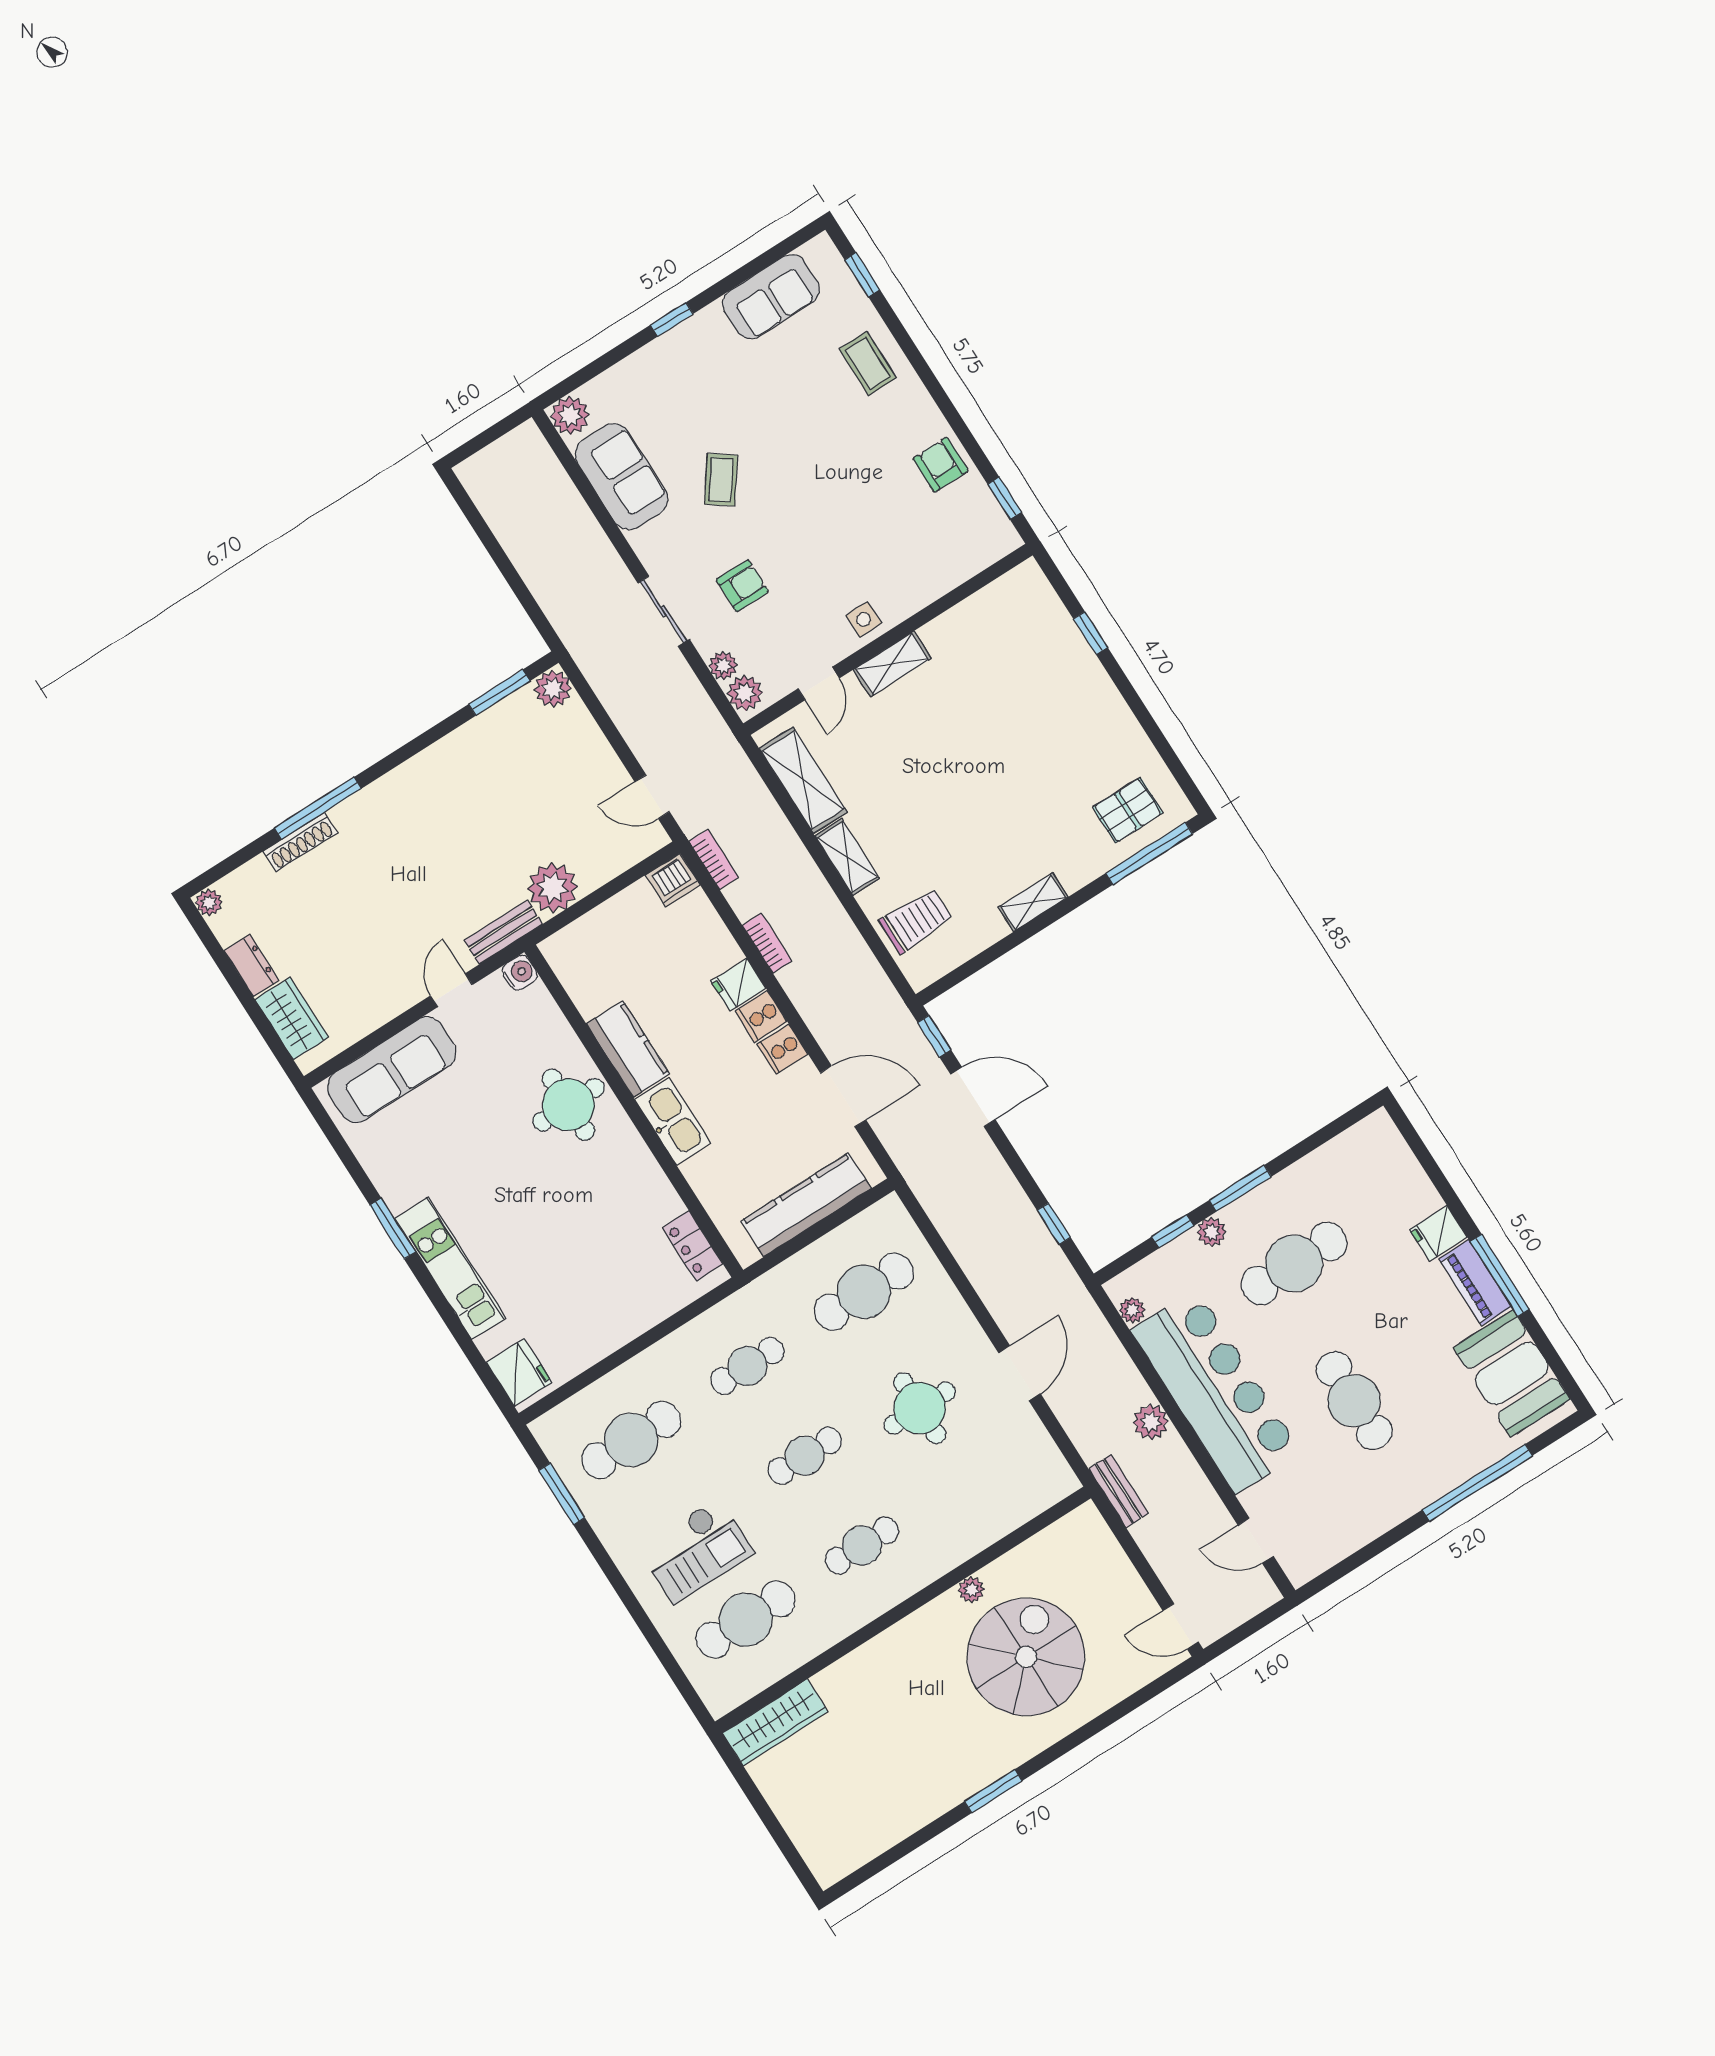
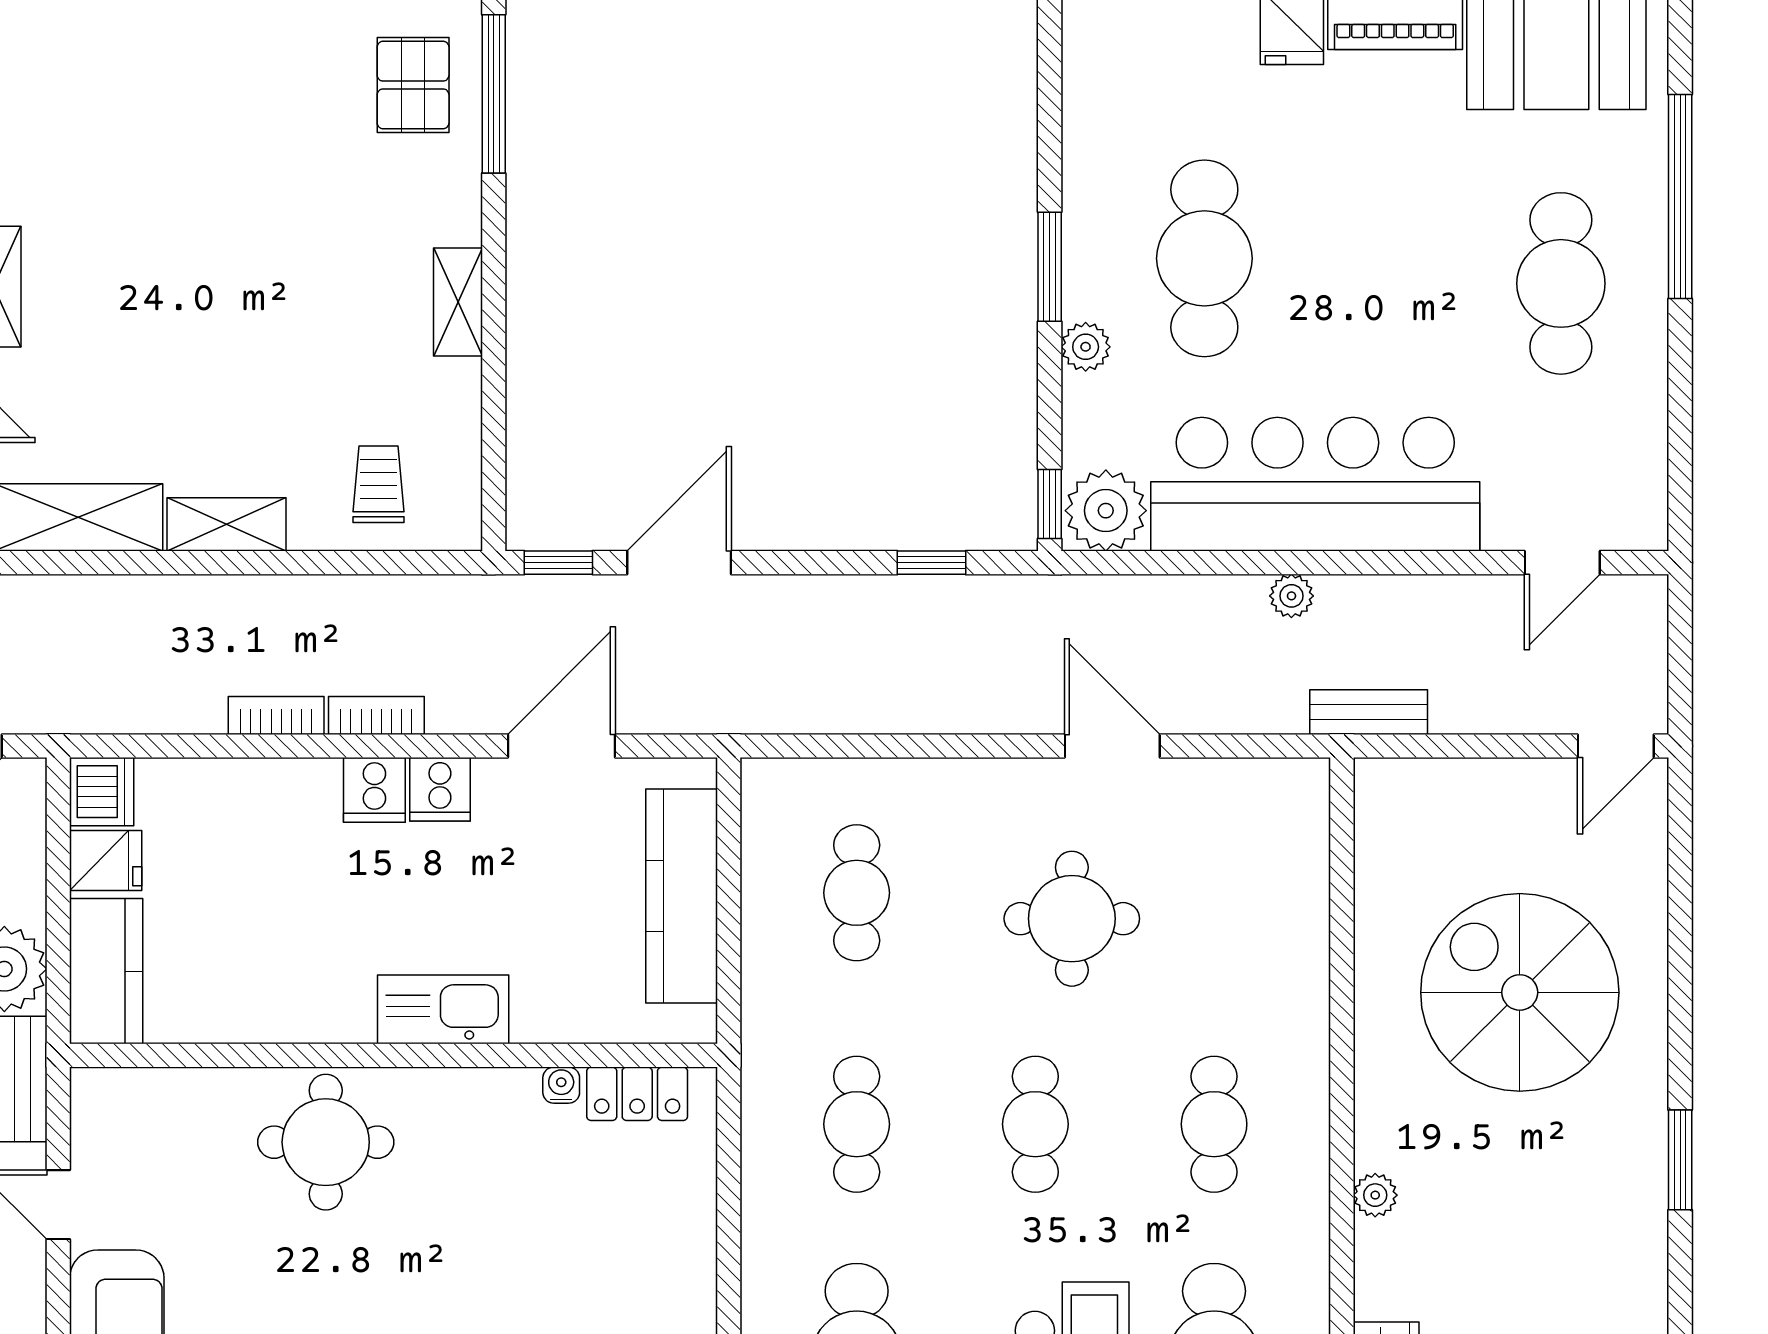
bookcase: (714, 859) -> (376, 715), moved
trolley: (916, 921) -> (378, 484), width x0.73, depth x0.72
water cooler: (520, 973) -> (561, 1085), moved, width x0.72, depth x0.72
fridge: (738, 985) -> (106, 861), moved, turned -90
kitchen counter: (628, 1049) -> (106, 971), moved, turned 90
window: (1173, 1231) -> (1050, 504), moved
cafe table: (864, 1292) -> (857, 893), width x0.73, depth x0.74
plant: (1132, 1310) -> (1106, 511), width x1.88, depth x1.88
cafe table: (1354, 1401) -> (1561, 283), moved, turned 90
plant: (1151, 1422) -> (1291, 596), width x0.73, depth x0.73
plant: (971, 1590) -> (1375, 1195), moved

